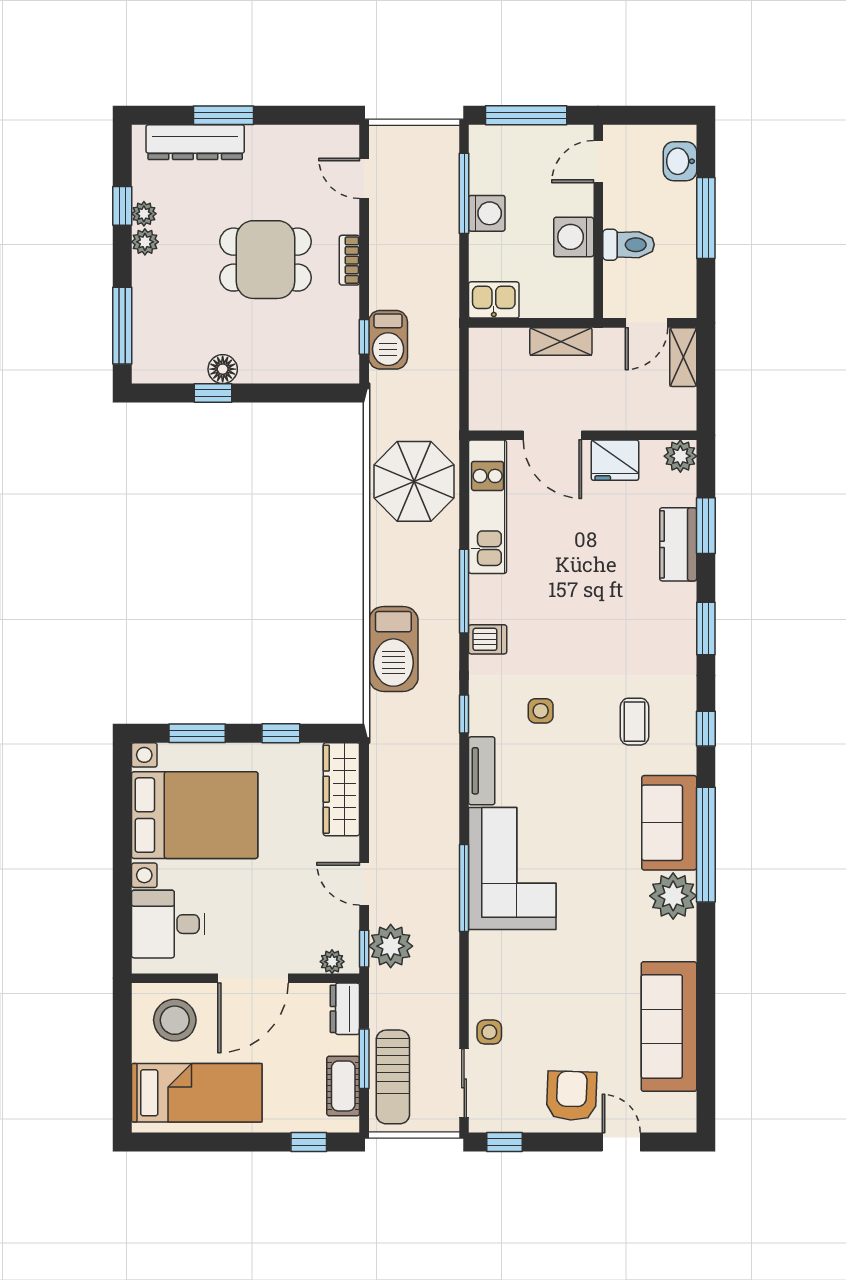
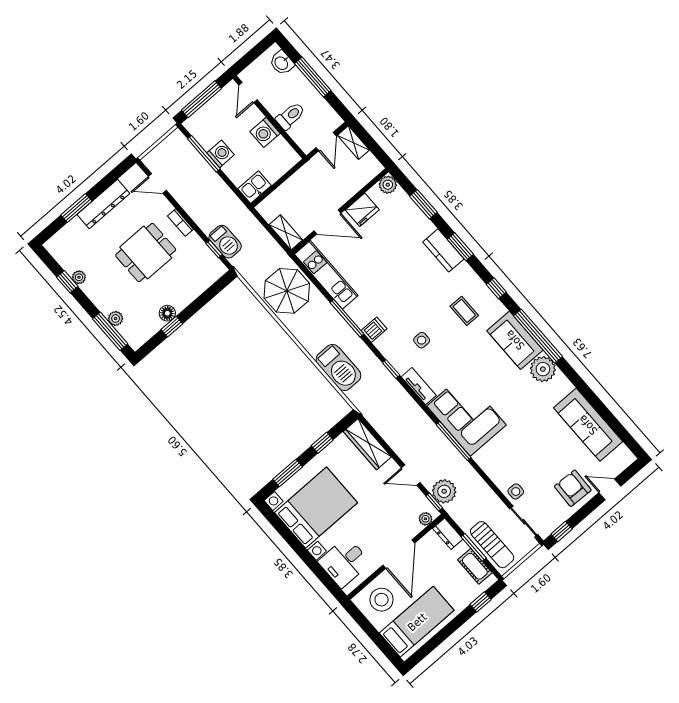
dresser: (195, 142) -> (103, 204), moved
plant: (145, 242) -> (116, 318), moved
shelving: (561, 341) -> (286, 232), moved, turned 90
kitchen counter: (678, 544) -> (443, 250), moved

